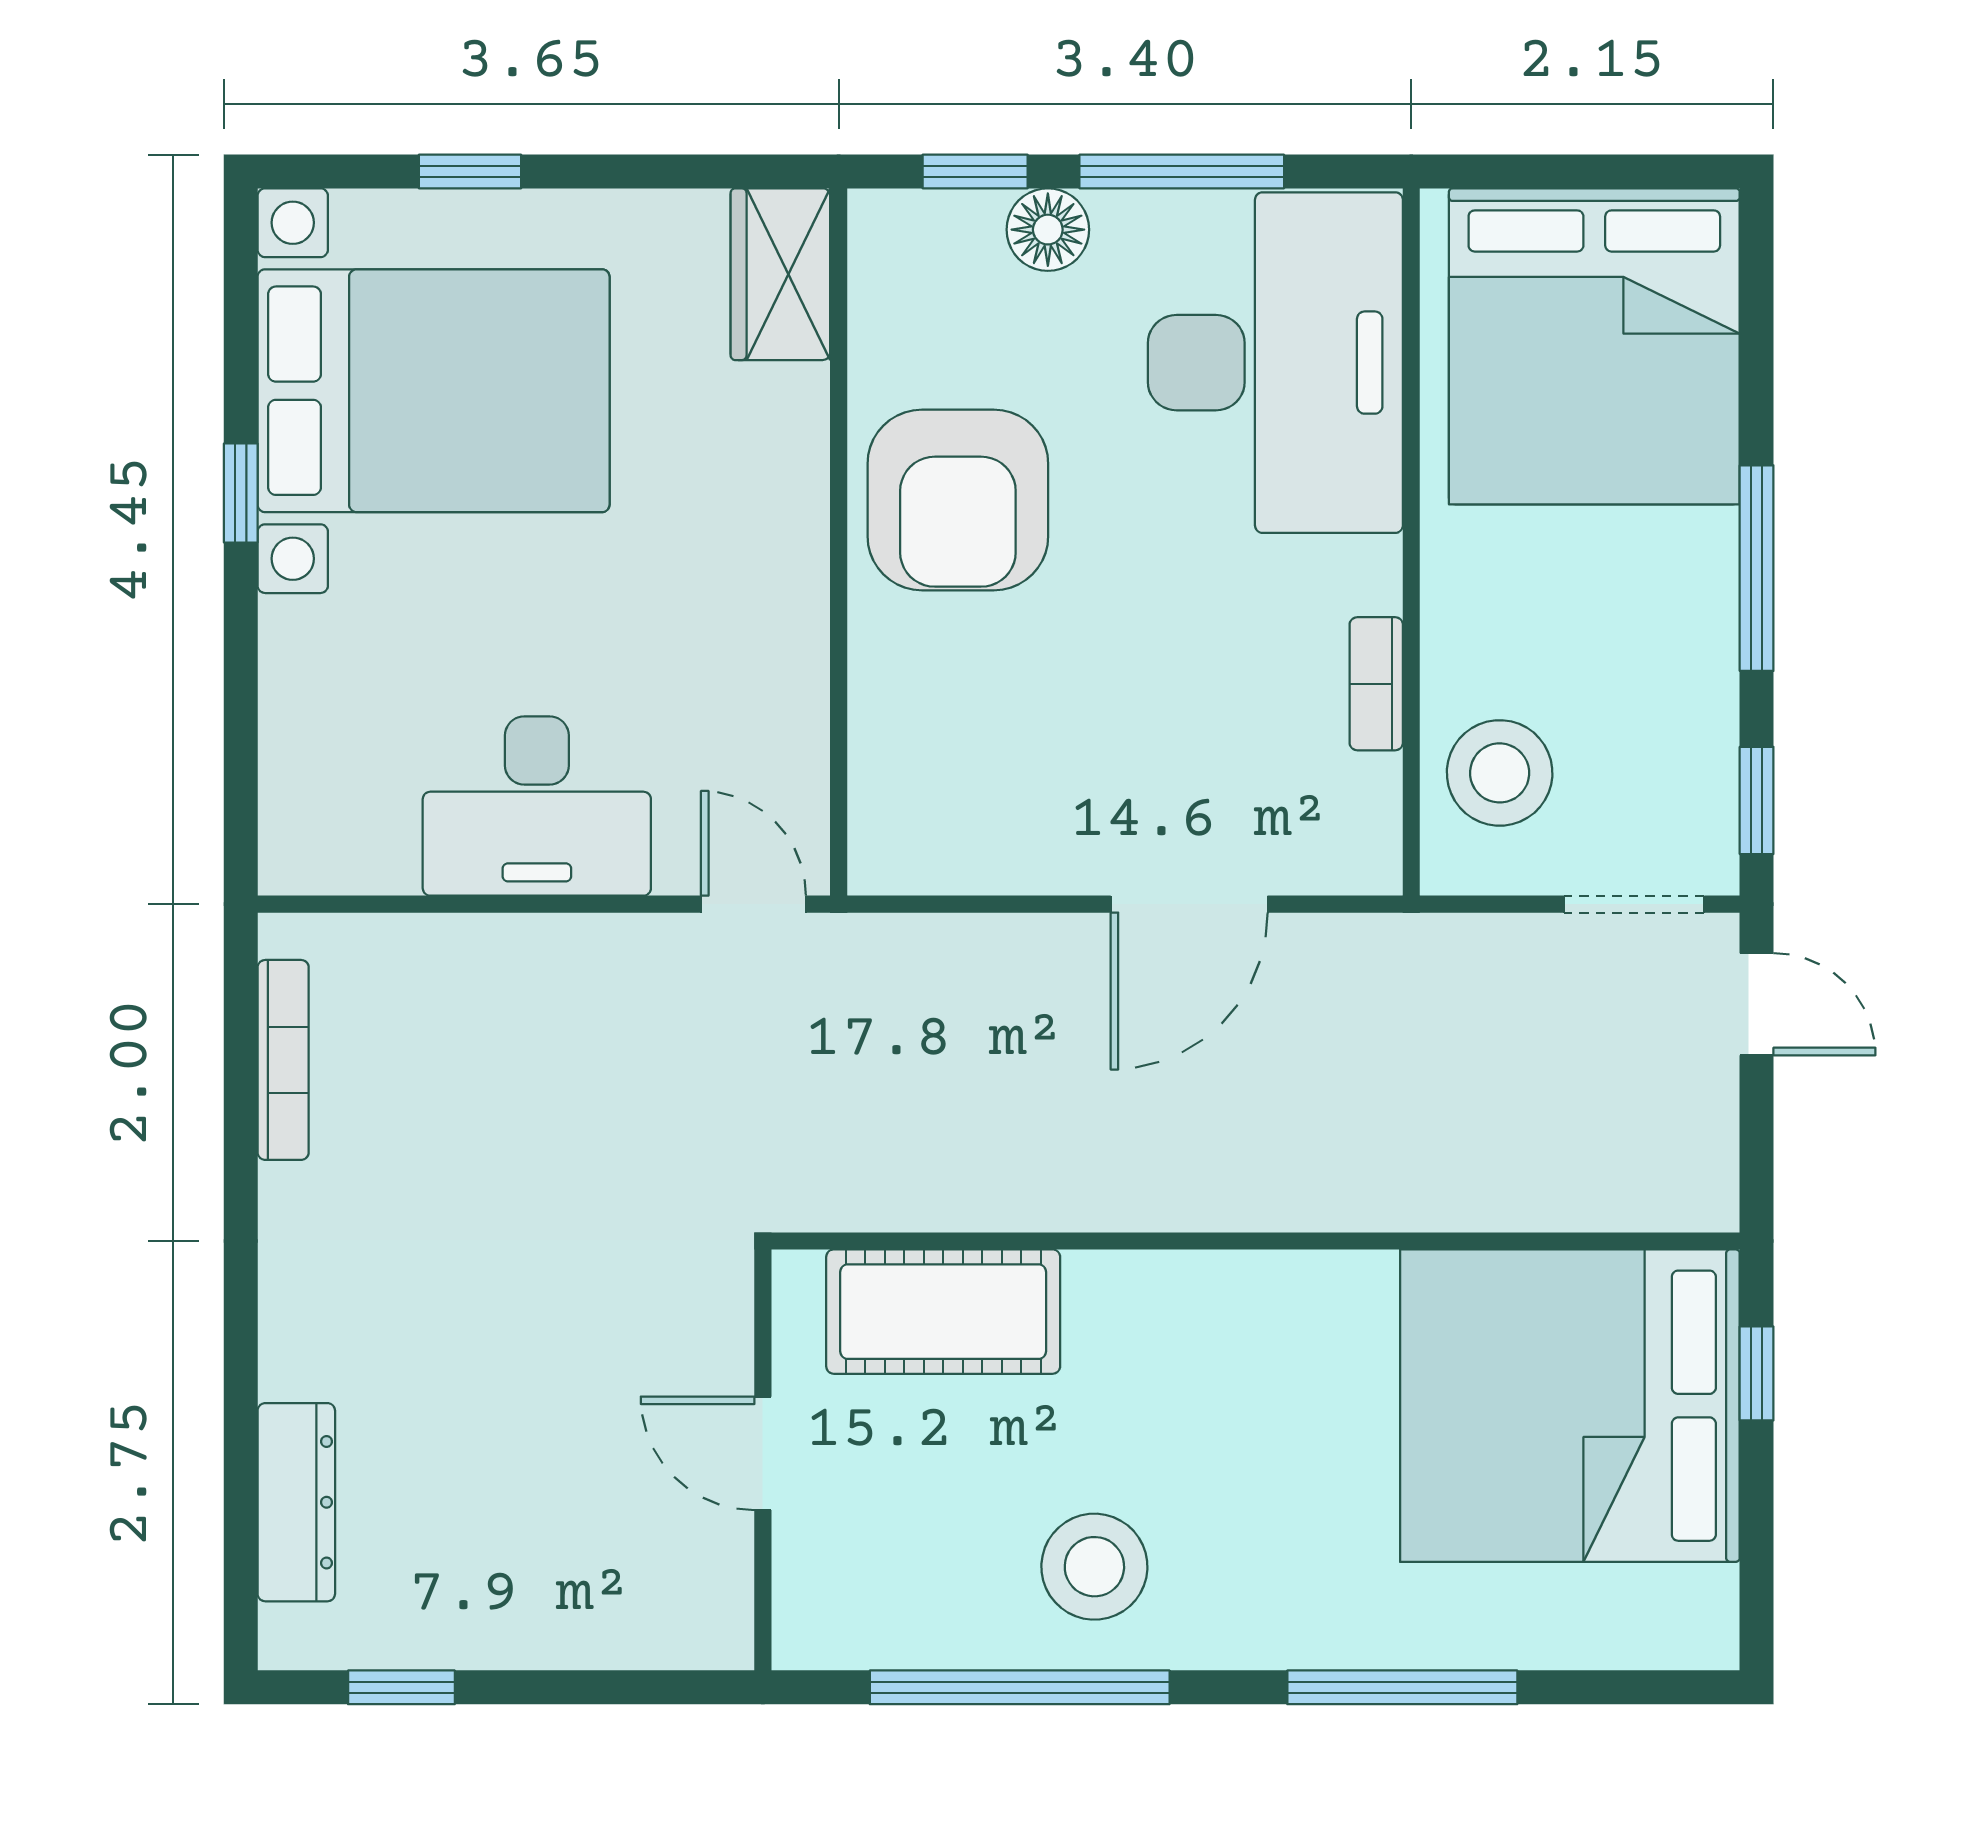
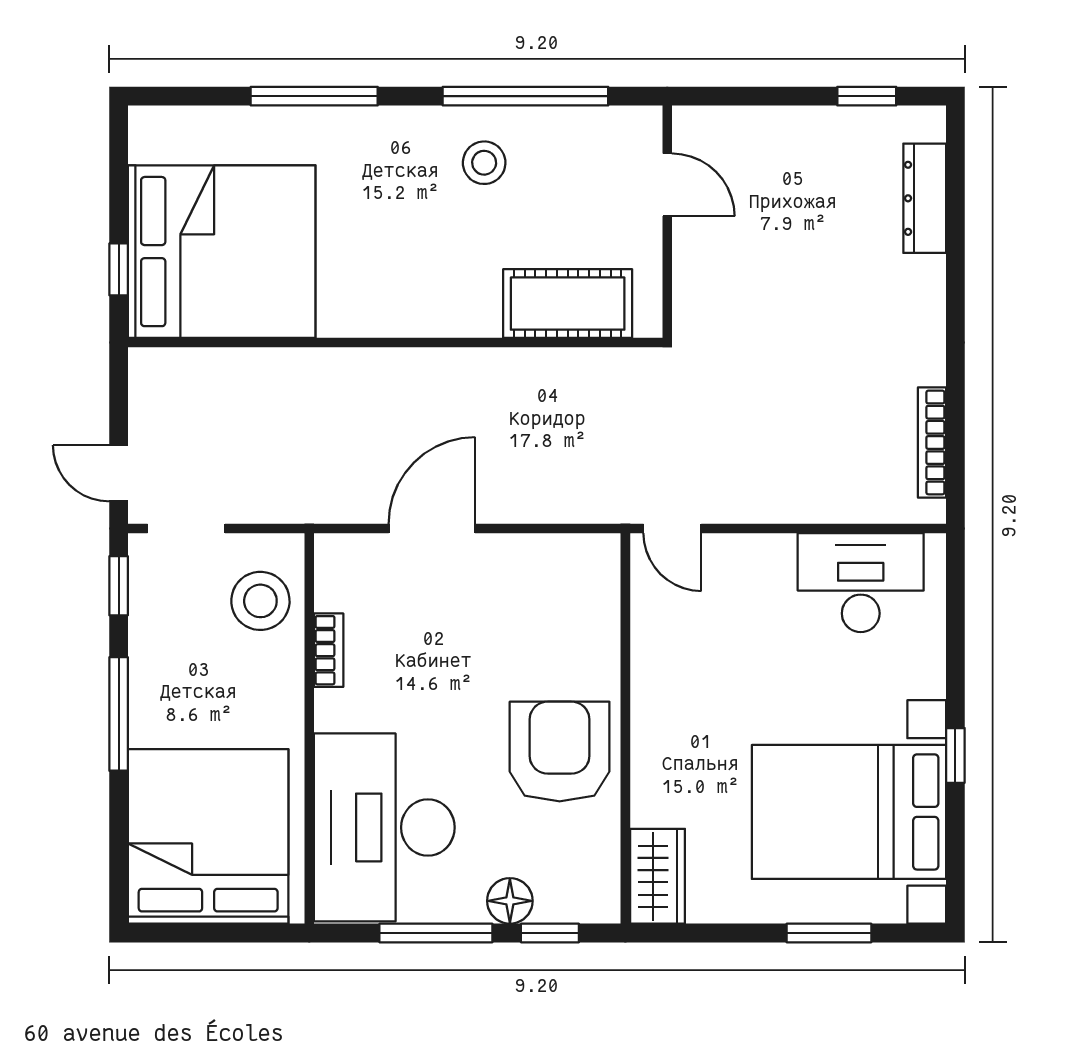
window: (470, 171) -> (829, 933), width x1.50
desk: (537, 806) -> (861, 583), moved
door: (763, 1453) -> (667, 185), moved
stool: (1094, 1567) -> (484, 163), width x0.73, depth x0.73

